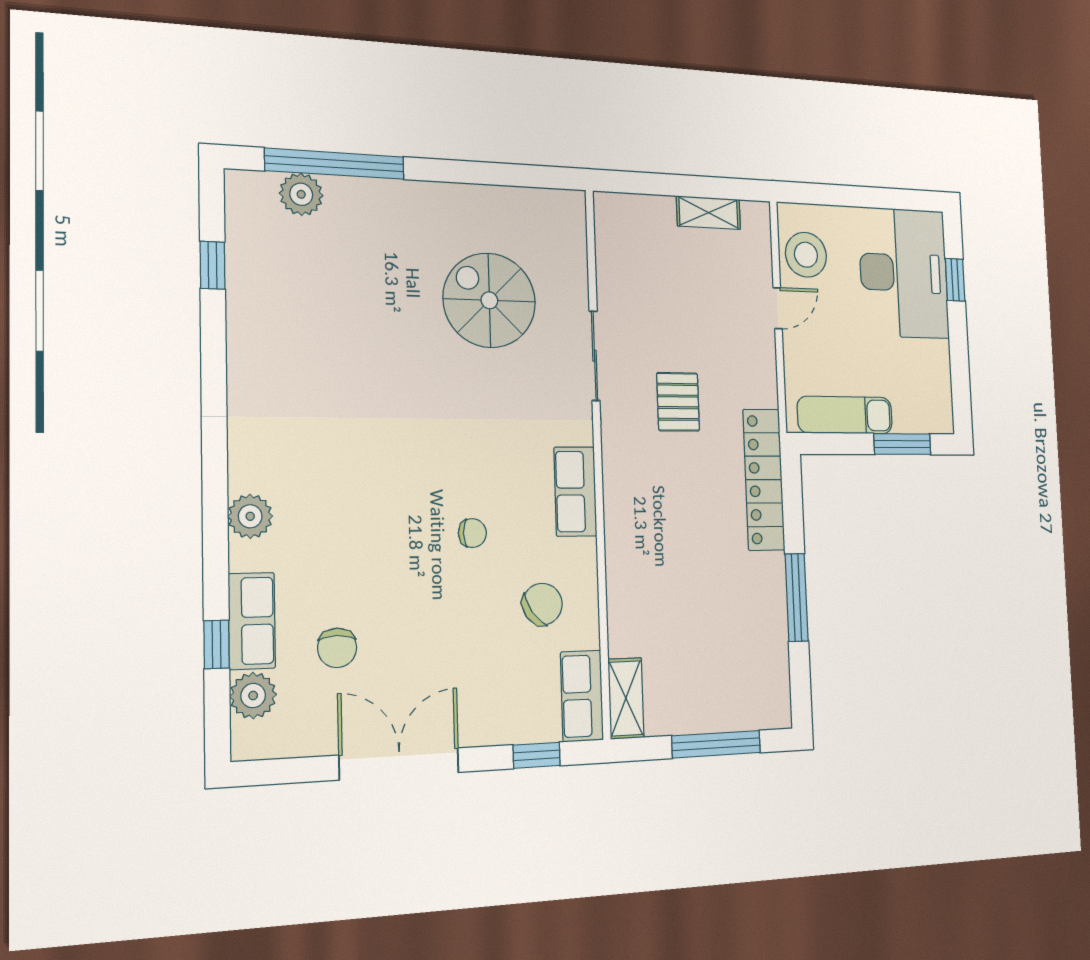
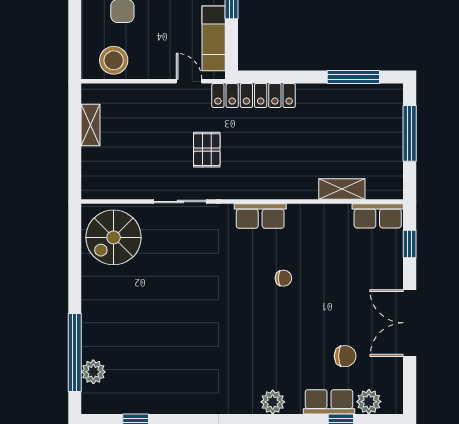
spiral stairs: (489, 300) -> (114, 237), moved
door: (778, 308) -> (189, 81), moved
pallet: (678, 402) -> (207, 150), turned 90
chair: (472, 533) -> (283, 278), turned 90
window: (797, 597) -> (353, 77), moved
chair: (542, 604) -> (325, 238), removed
shelving: (626, 698) -> (342, 189), moved

